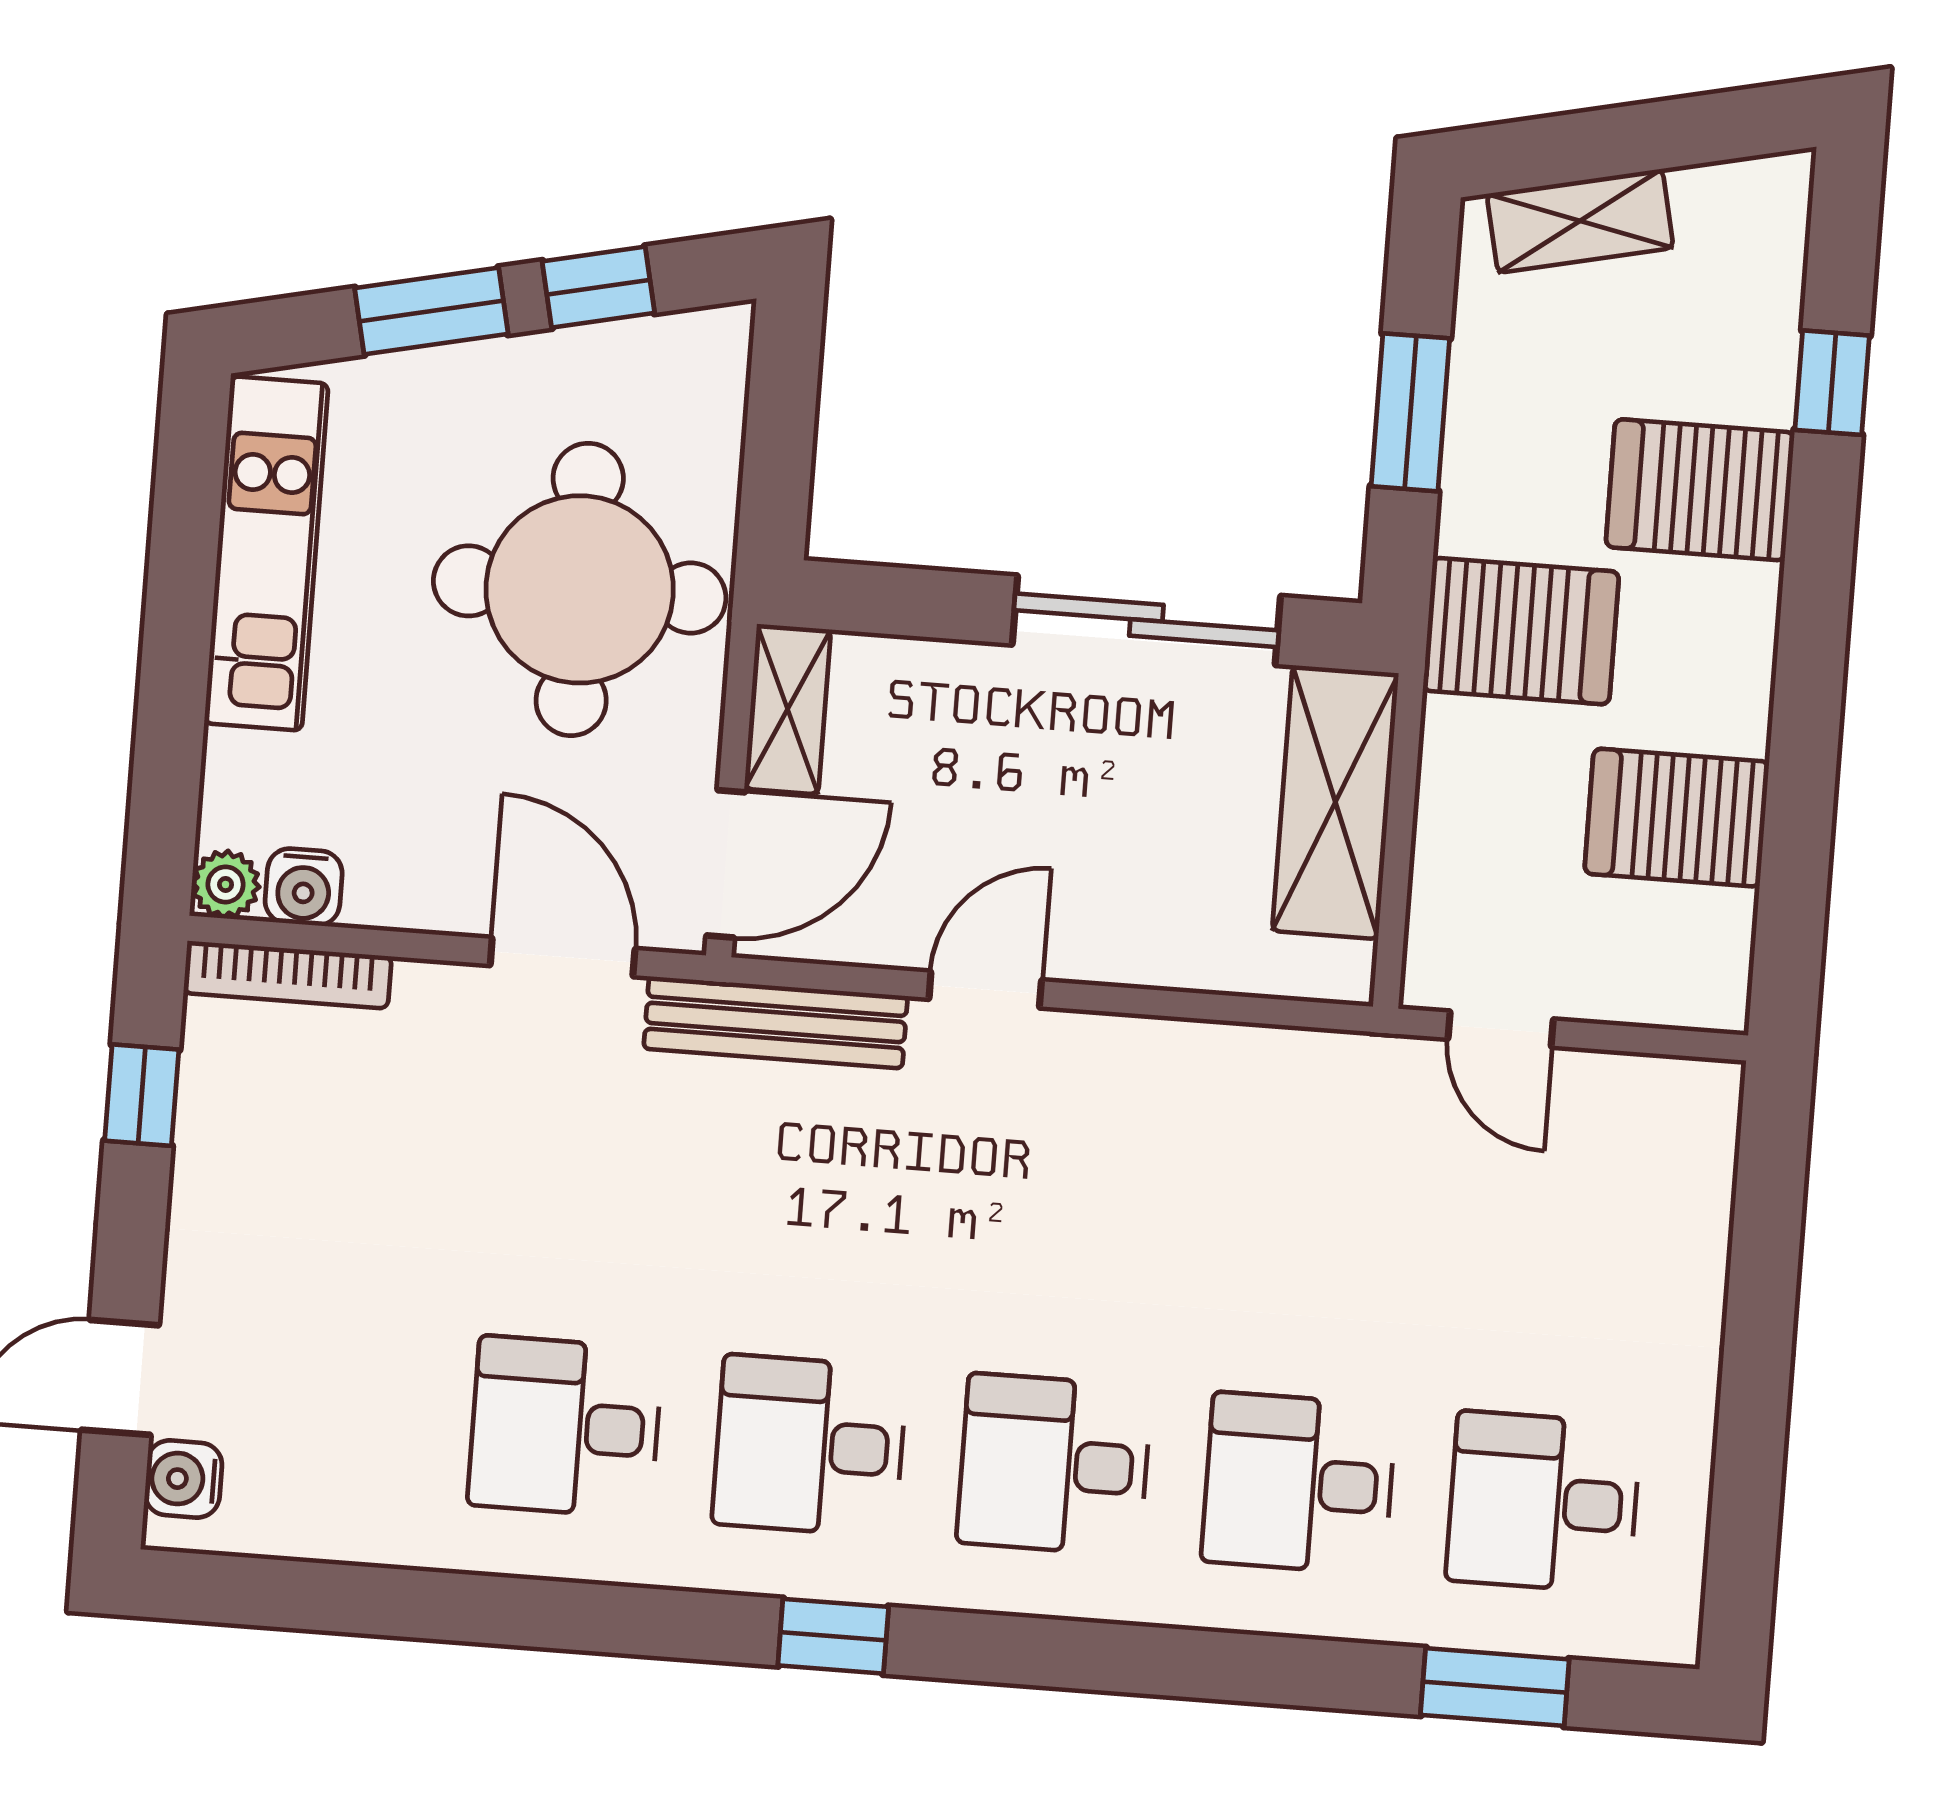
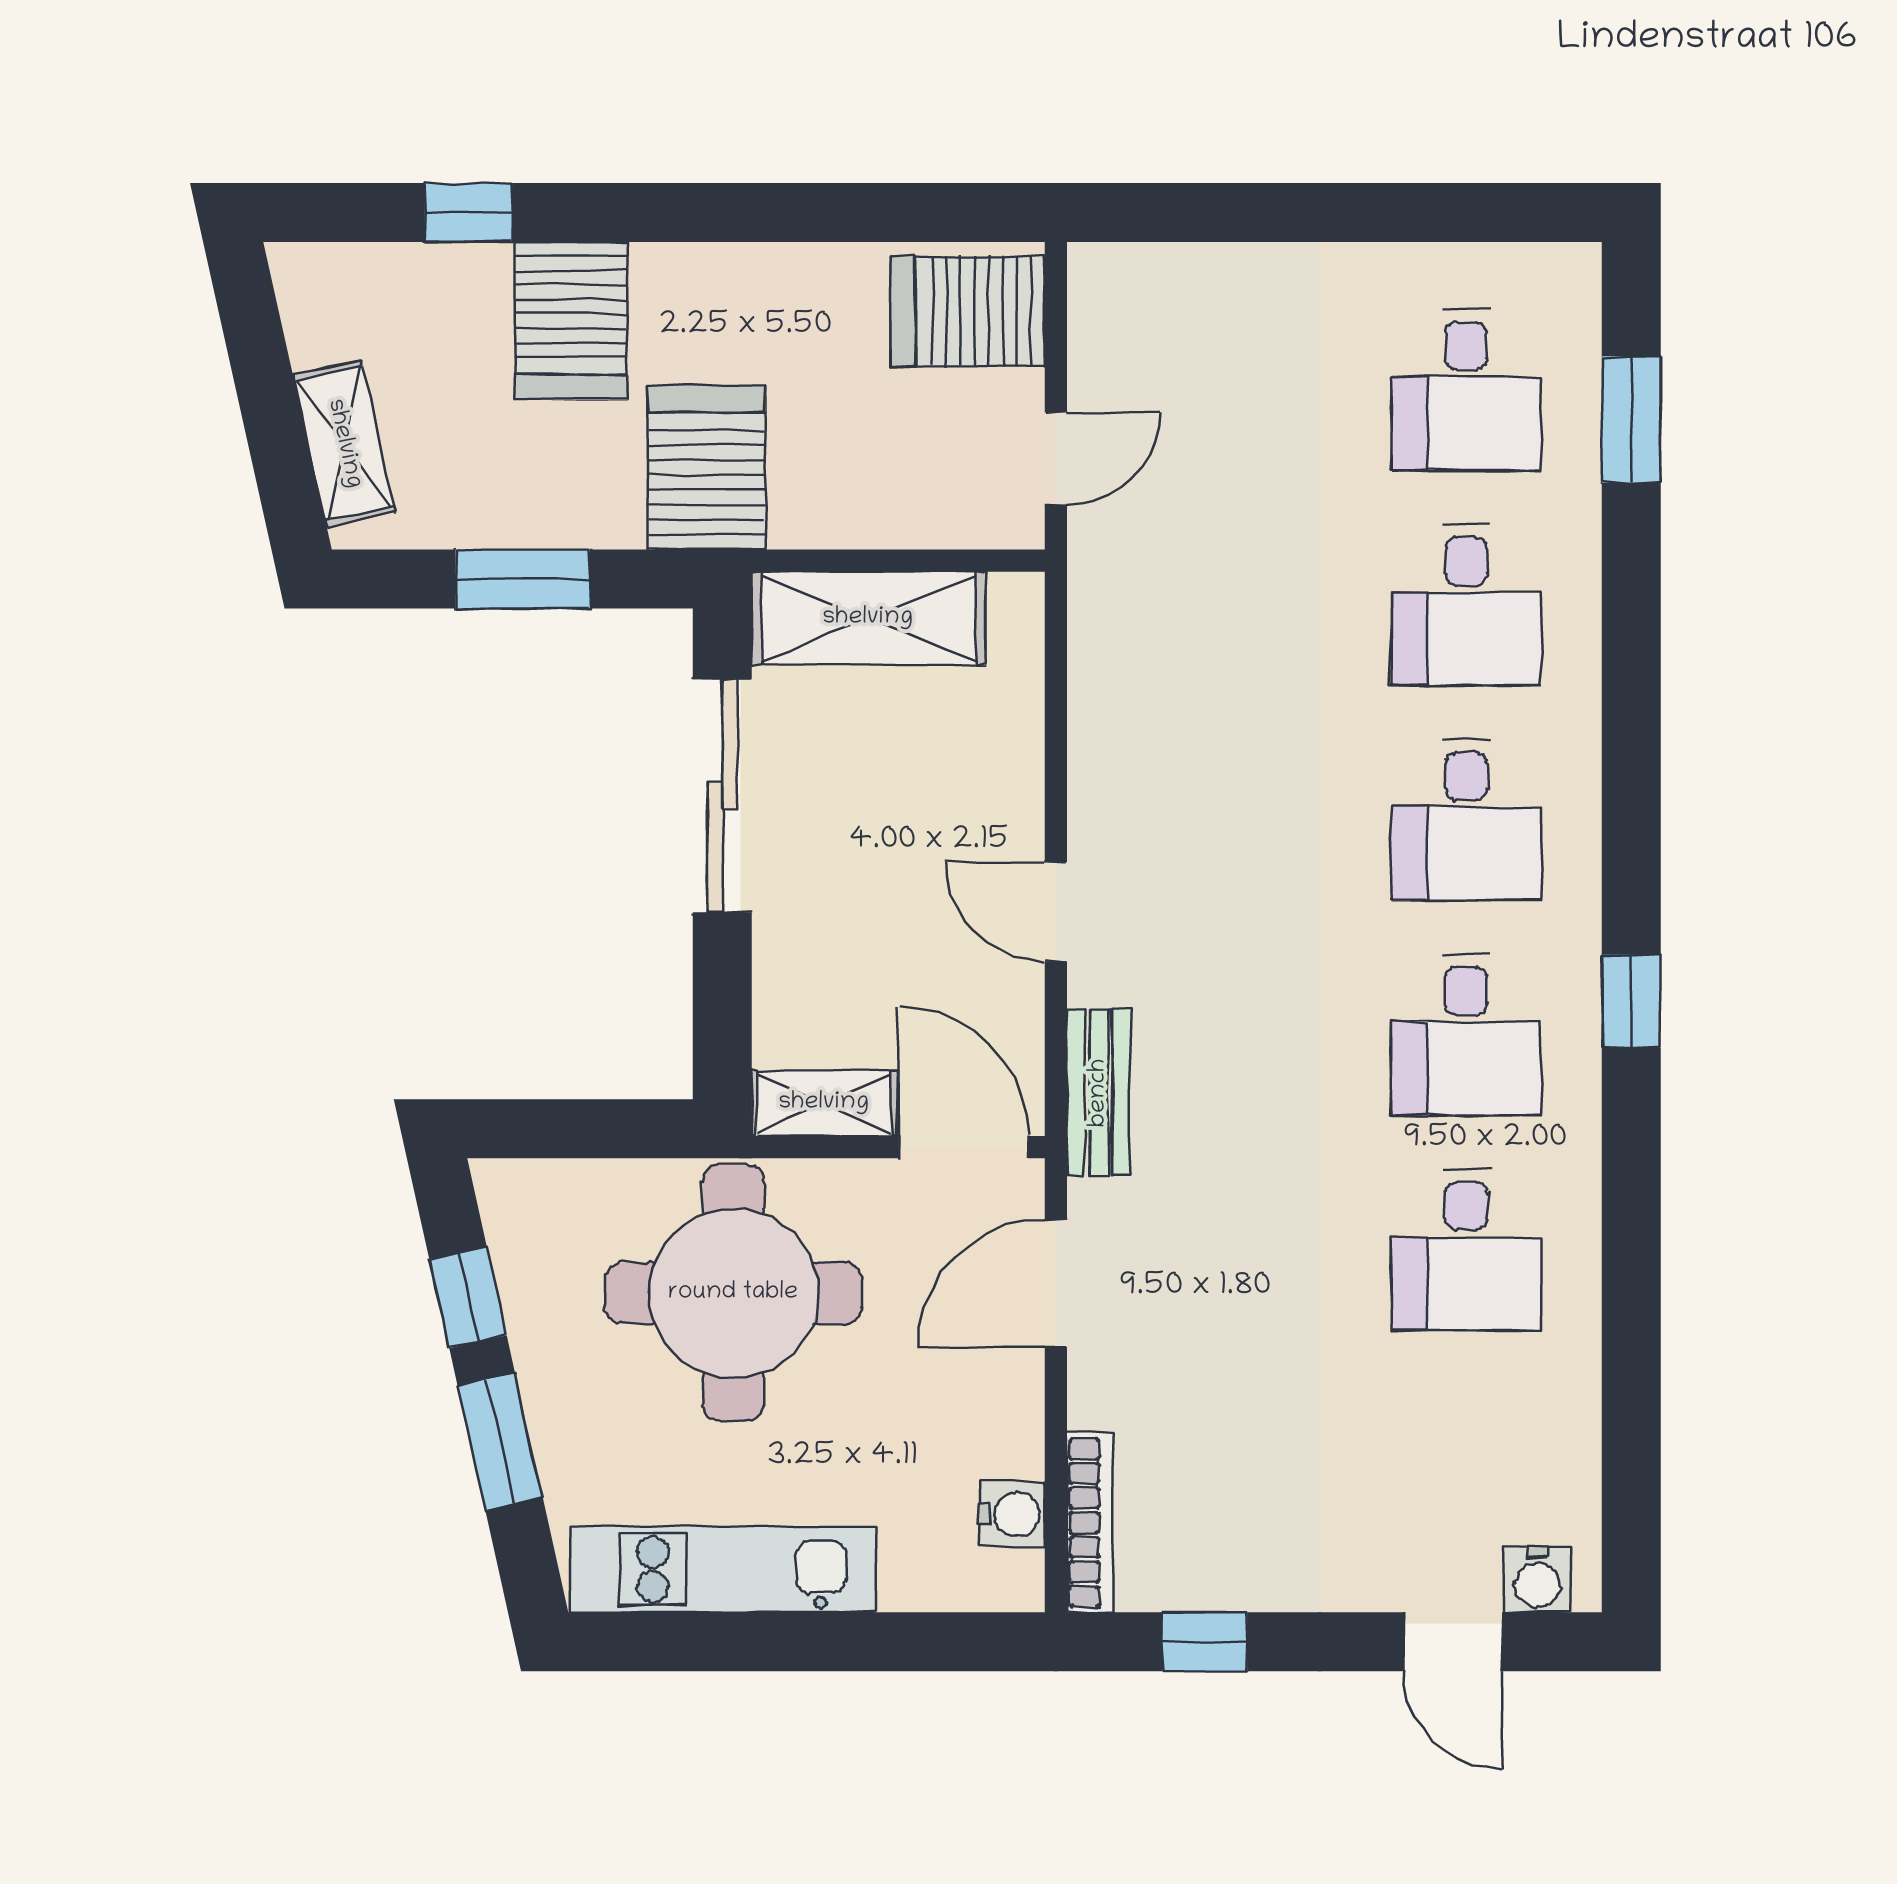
server rack: (1677, 818) -> (968, 311), moved, turned 90
plant: (226, 884) -> (1015, 1583), removed
bench: (776, 1022) -> (1099, 1093), width x0.73

